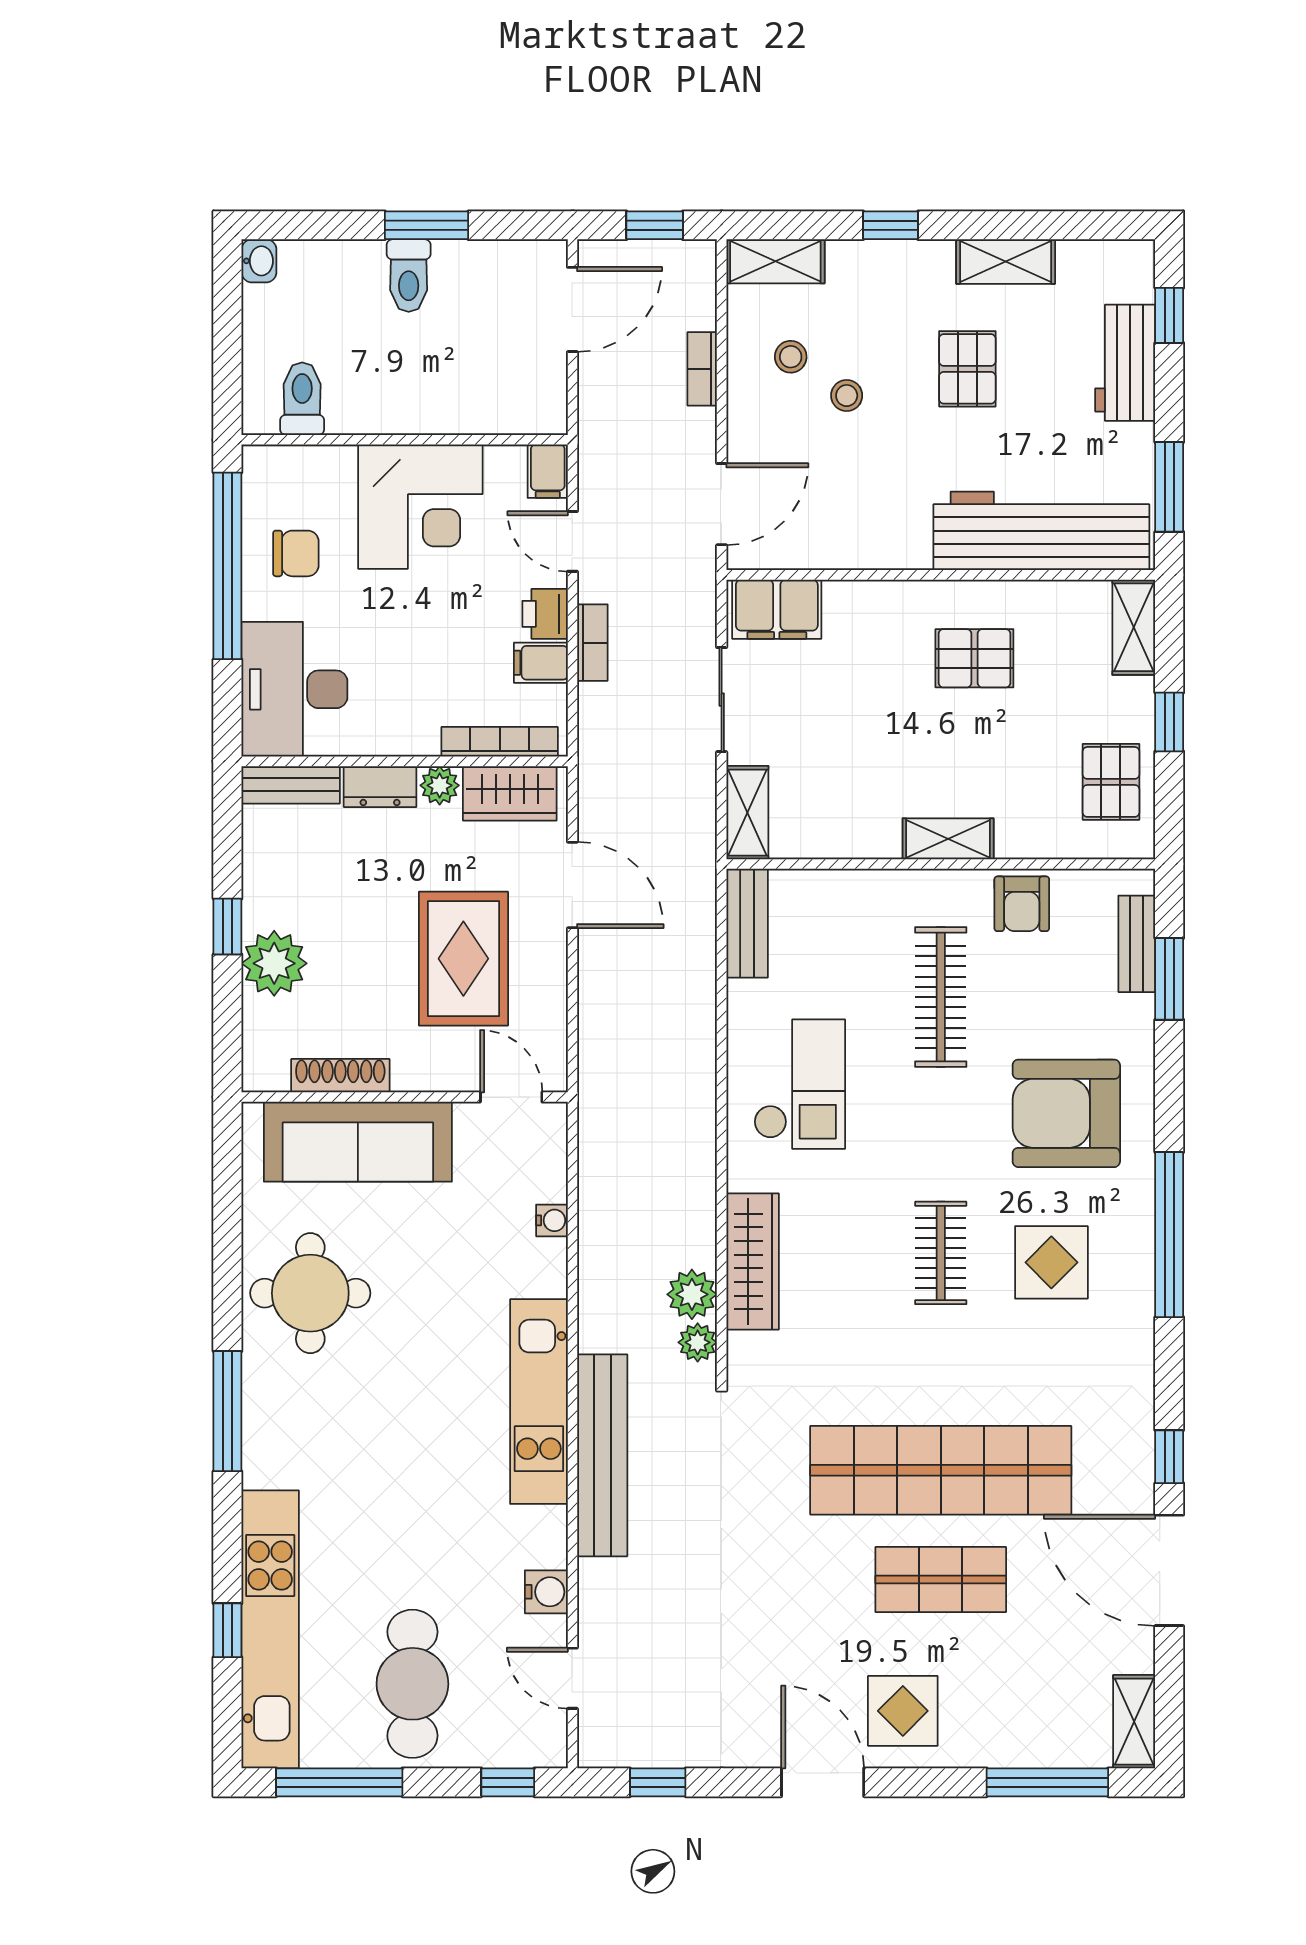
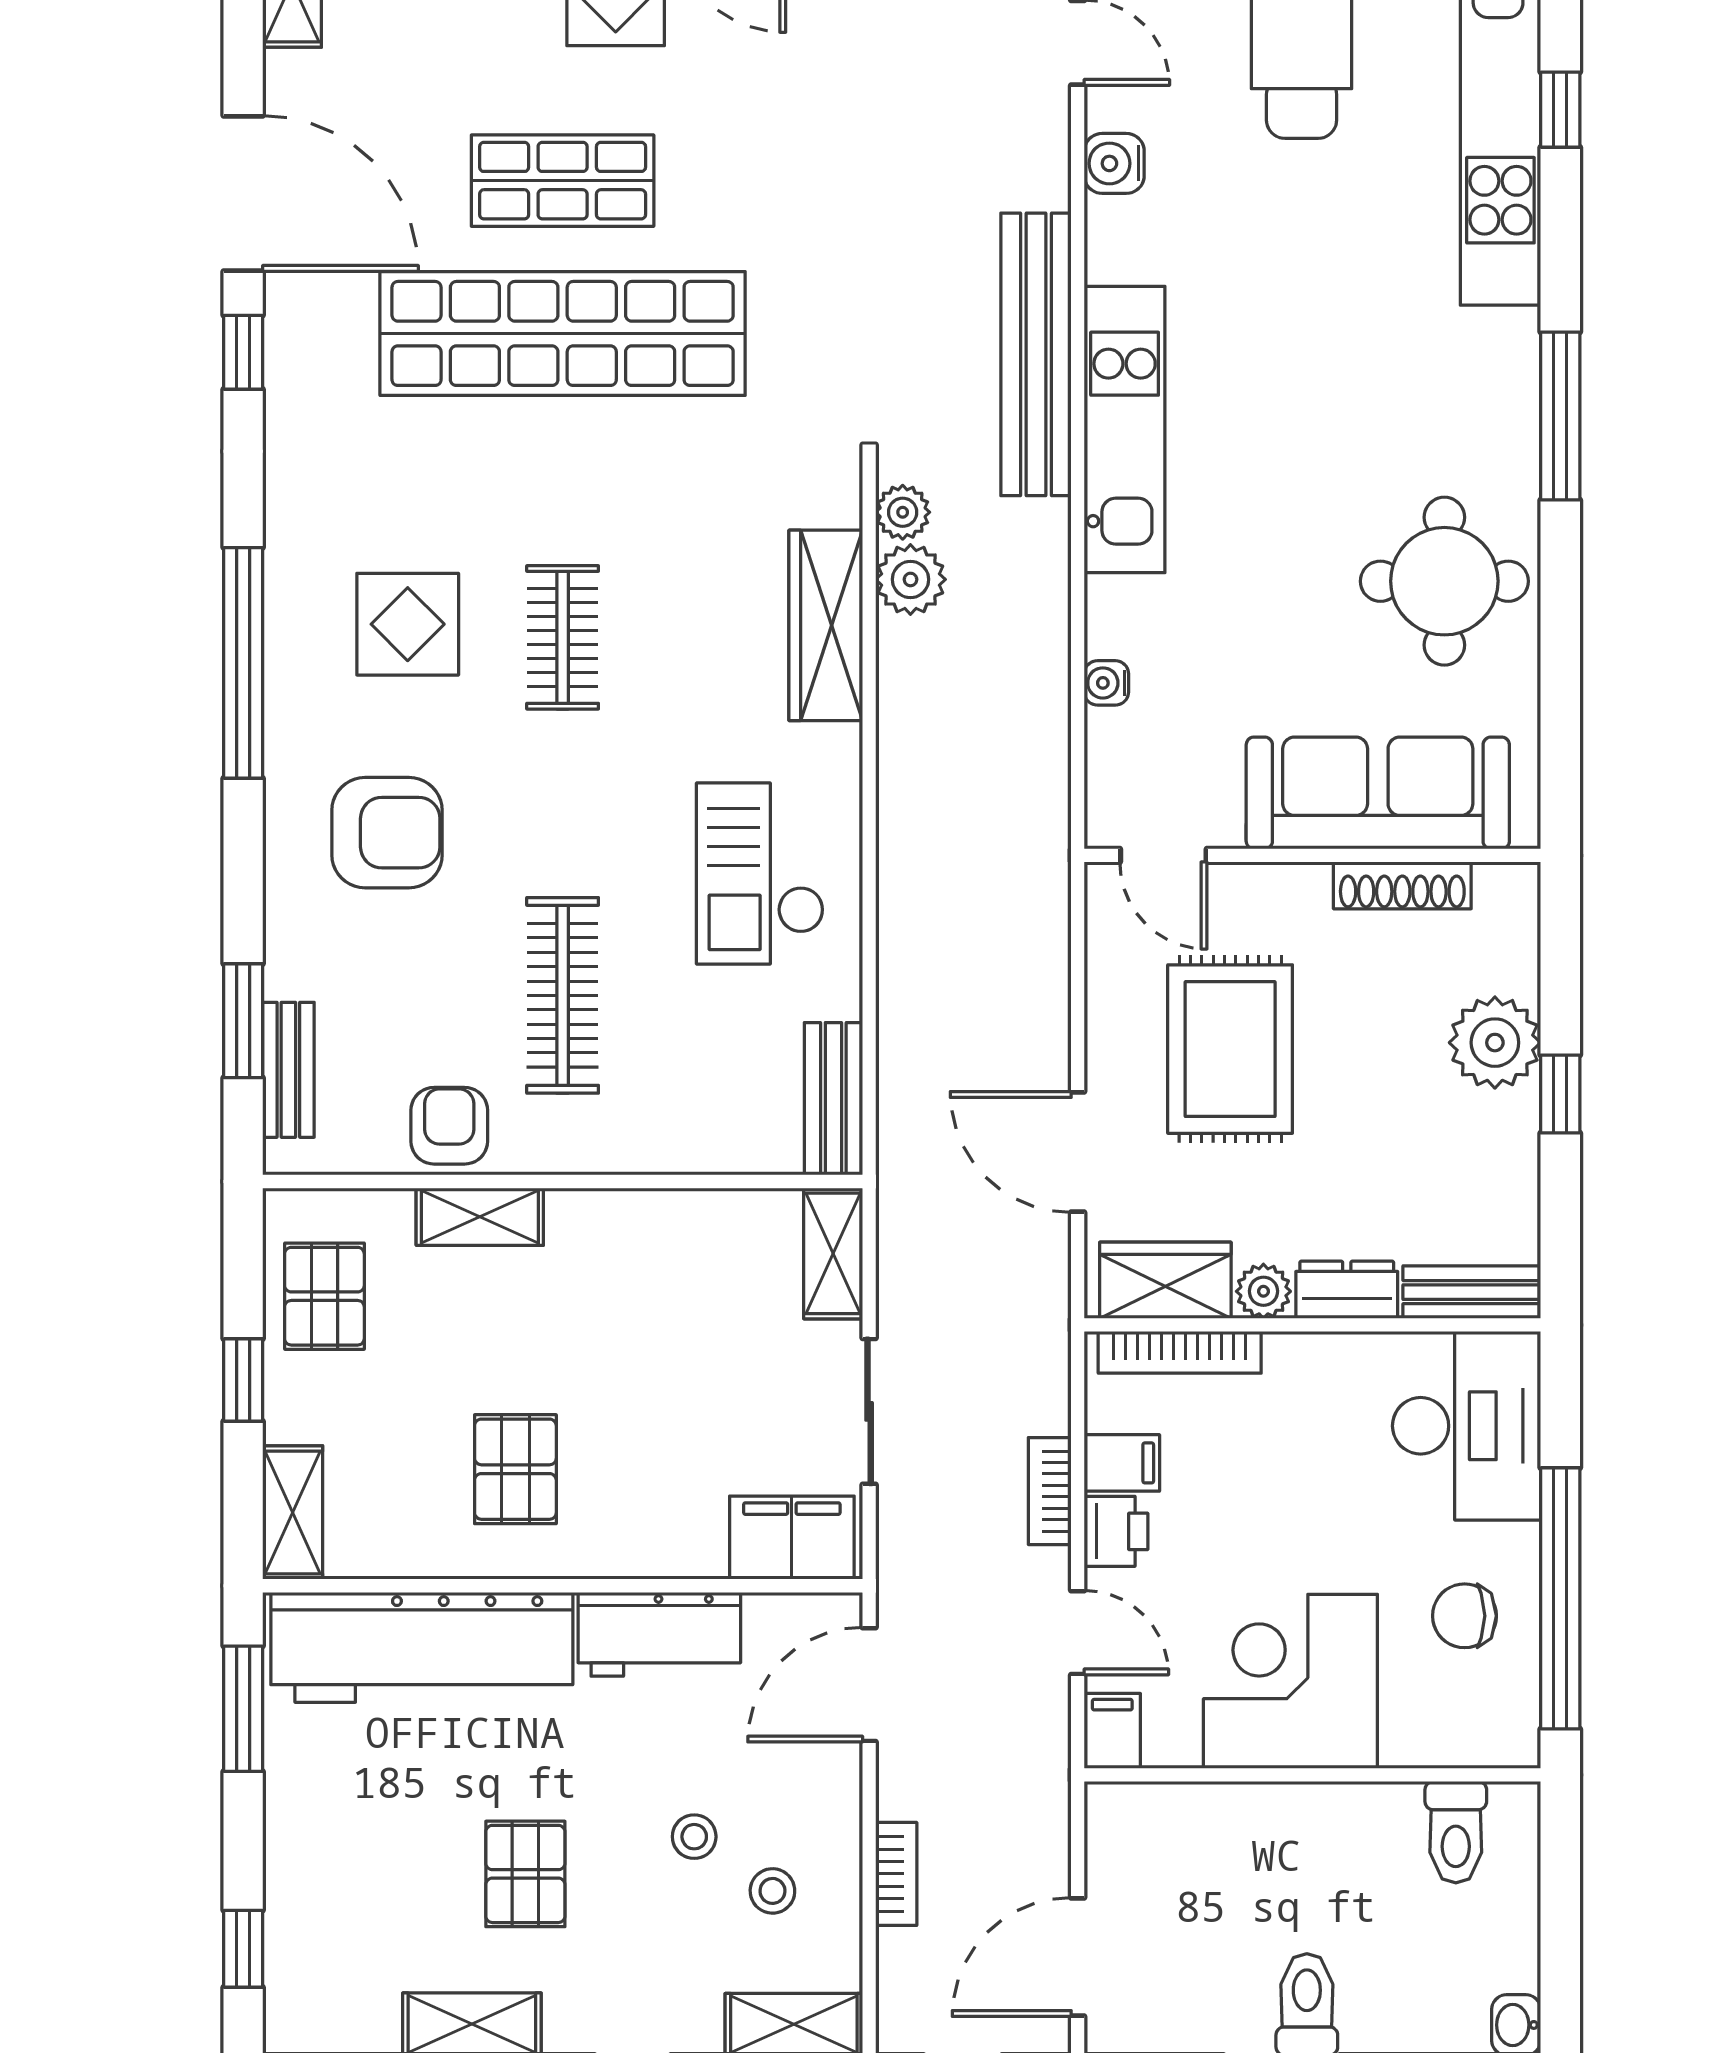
workbench: (1125, 363) -> (659, 1634), moved, turned 90
pallet: (974, 658) -> (515, 1469), turned 90
shelving: (948, 839) -> (480, 1217), moved
armchair: (1066, 1113) -> (387, 833), width x0.73, depth x0.73

